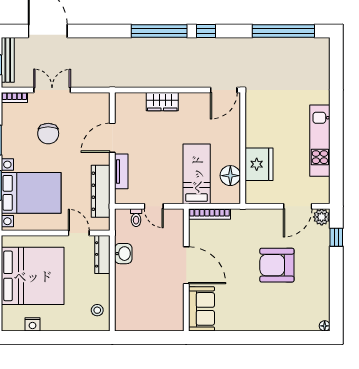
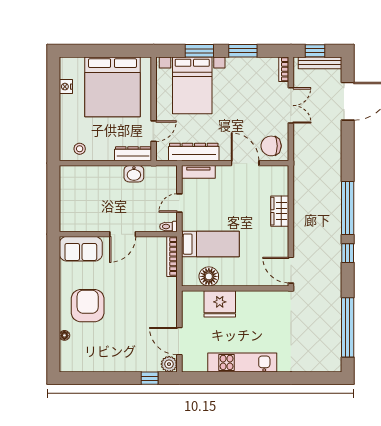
chair: (48, 134) -> (271, 146), moved
tv unit: (121, 171) -> (198, 172), moved
toilet: (136, 218) -> (168, 227), moved
door: (186, 265) -> (123, 234), width x0.73
armchair: (277, 265) -> (88, 306), moved
floor lamp: (325, 326) -> (64, 335), moved

